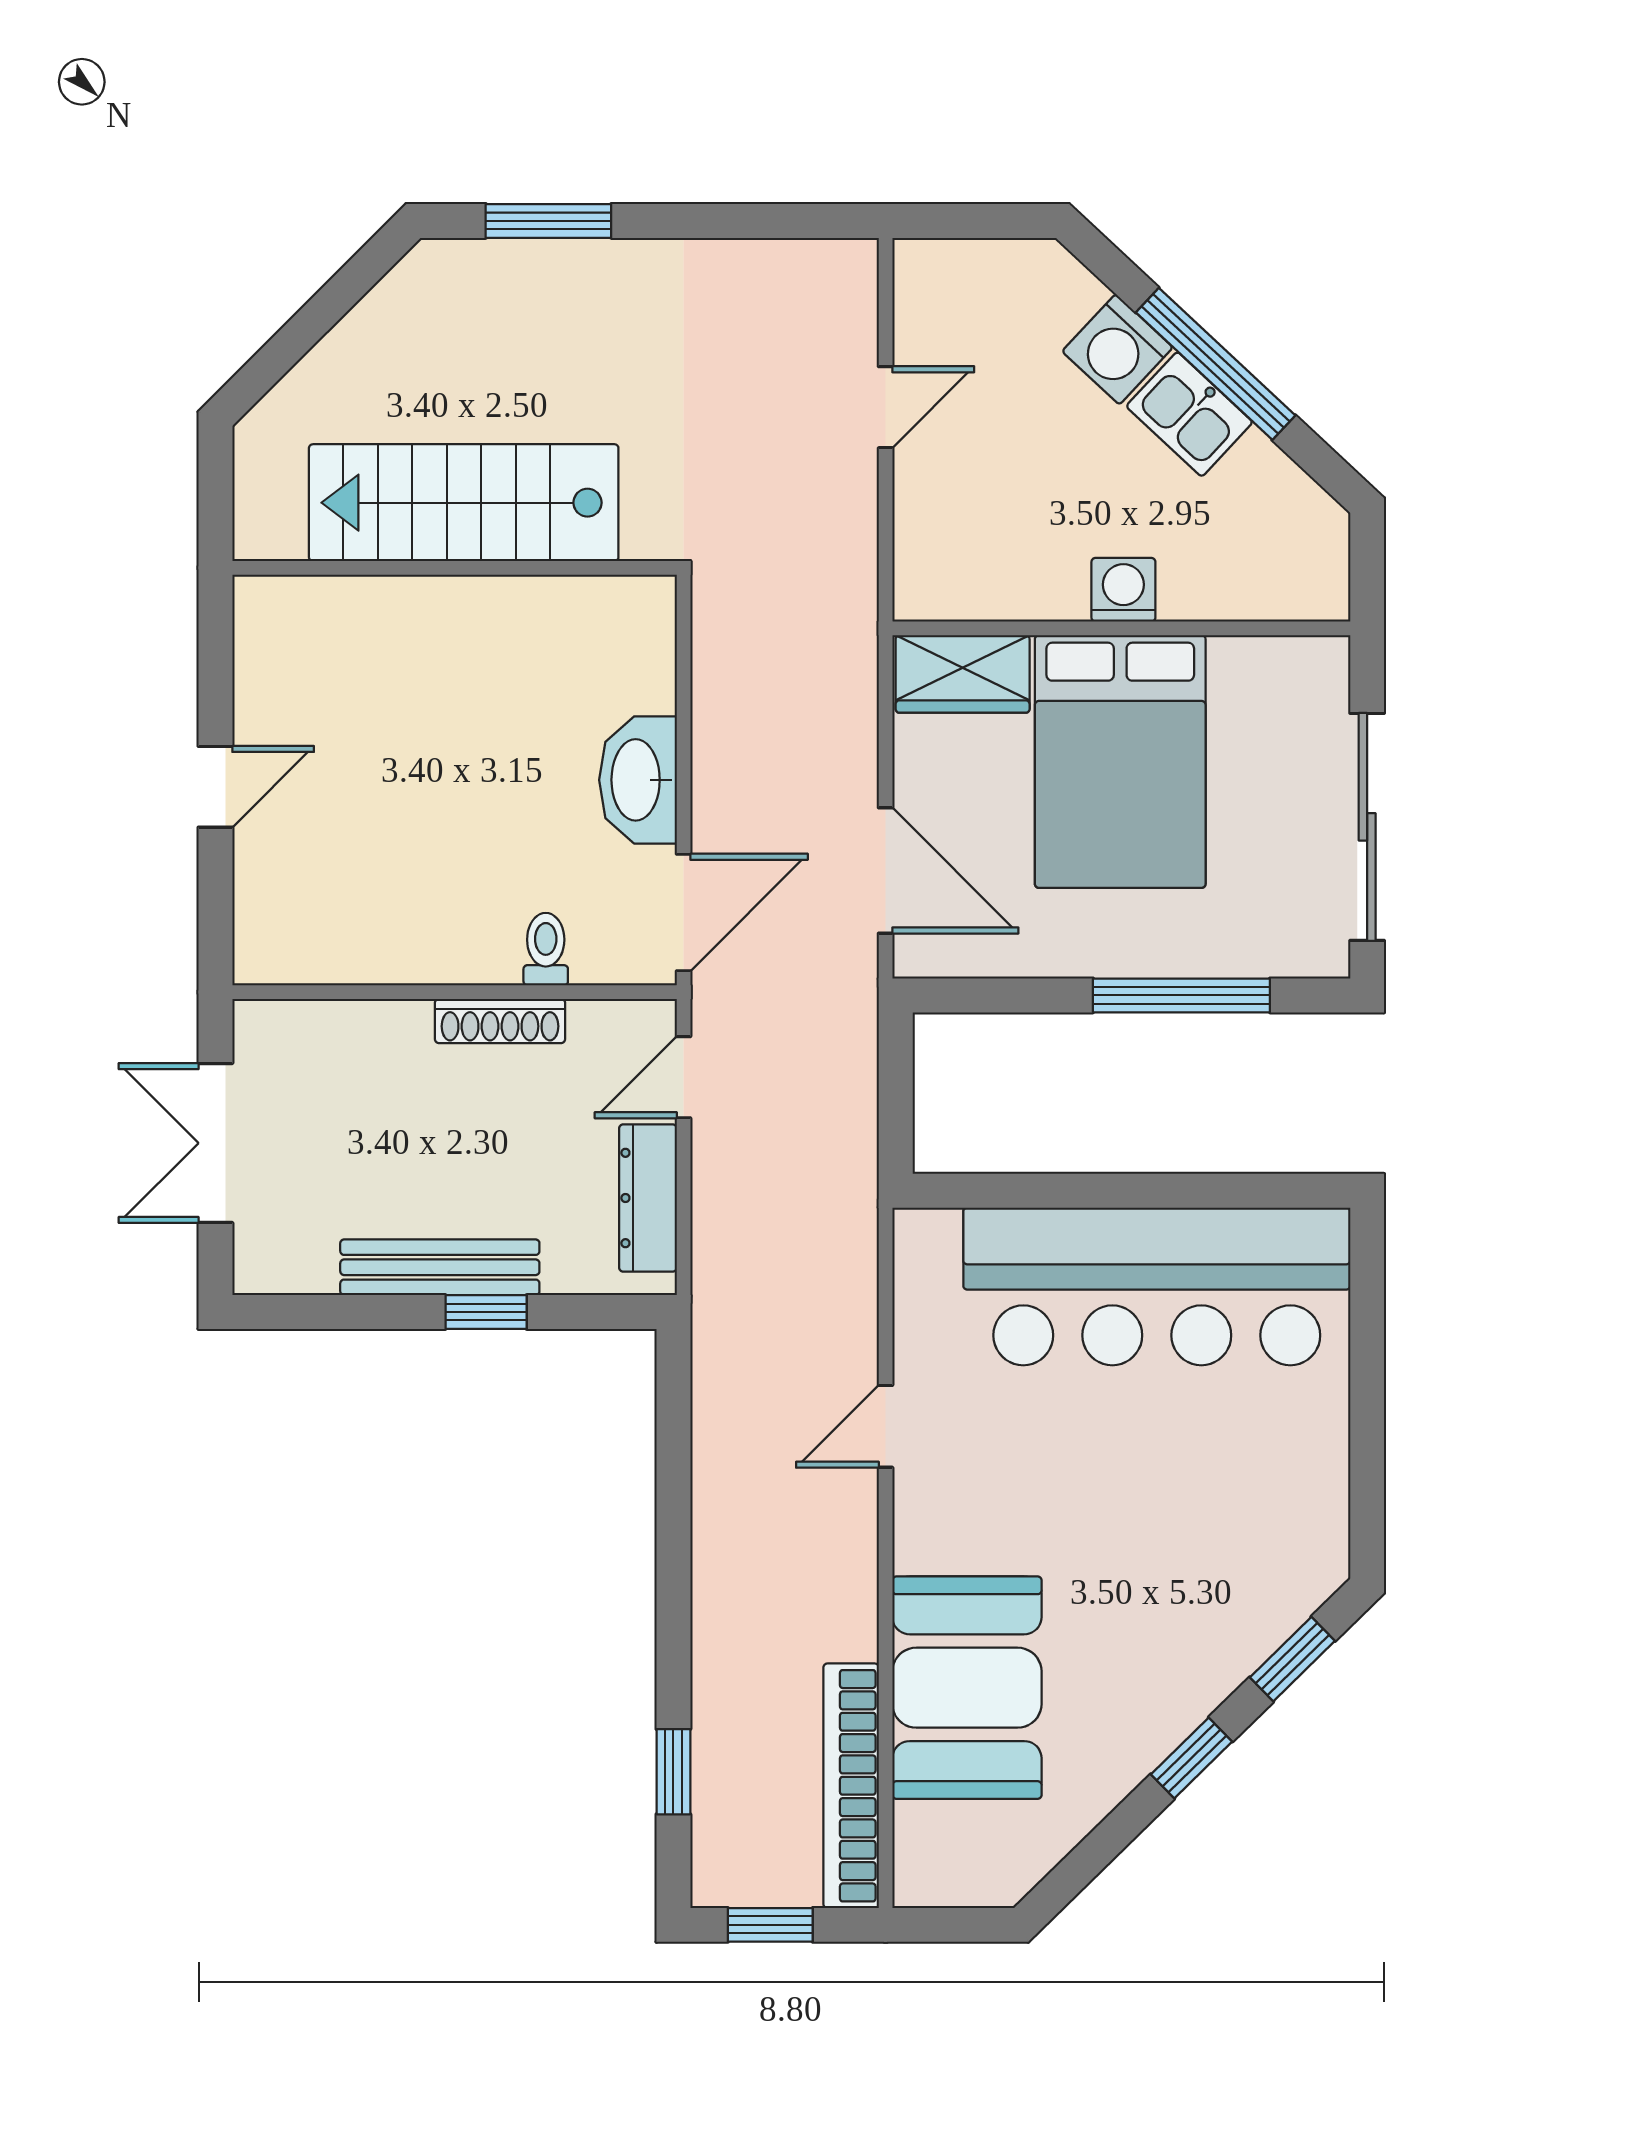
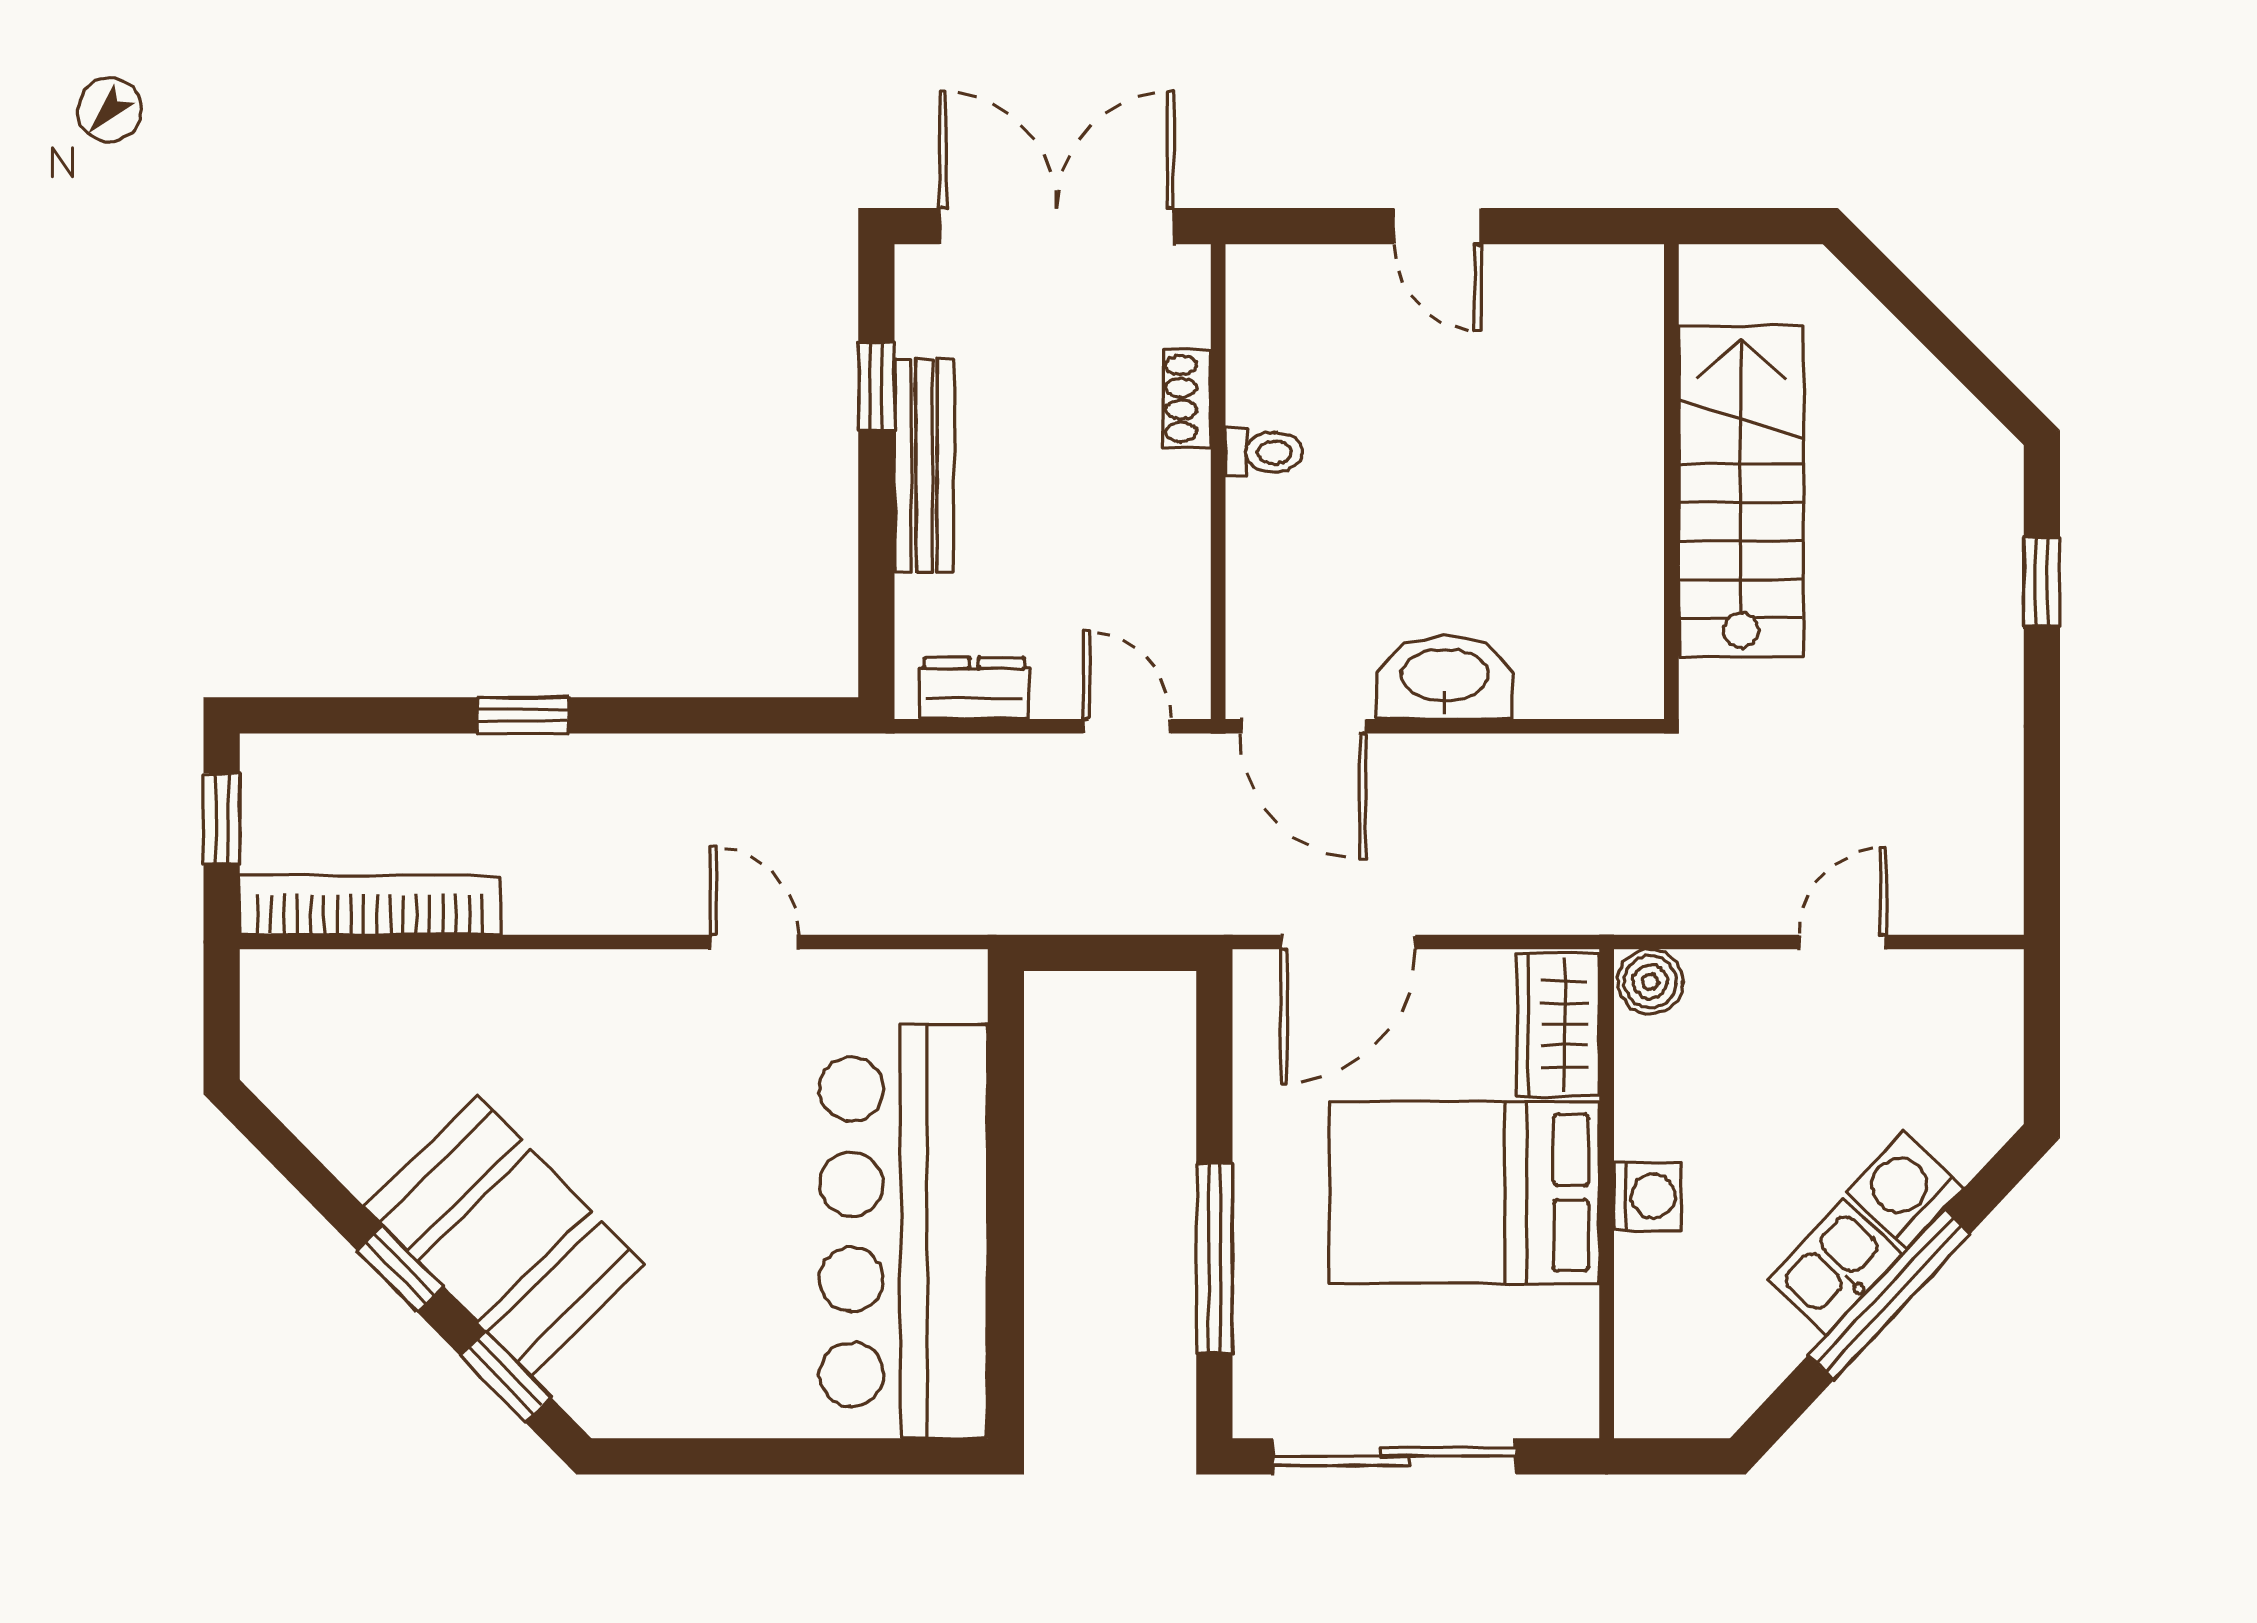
window: (548, 221) -> (2042, 582), width x0.67
door: (886, 407) -> (1843, 942), swing flipped
boiler: (923, 588) -> (1650, 982), added
toilet: (546, 949) -> (1264, 452), moved
shoe rack: (500, 1021) -> (1187, 399), moved, width x0.70
double door: (215, 1143) -> (1057, 226), width x1.37
dresser: (648, 1198) -> (974, 688), width x0.70
window: (486, 1312) -> (876, 386), moved
booth: (967, 1688) -> (505, 1236), moved, turned 46
window: (673, 1772) -> (523, 715), moved

